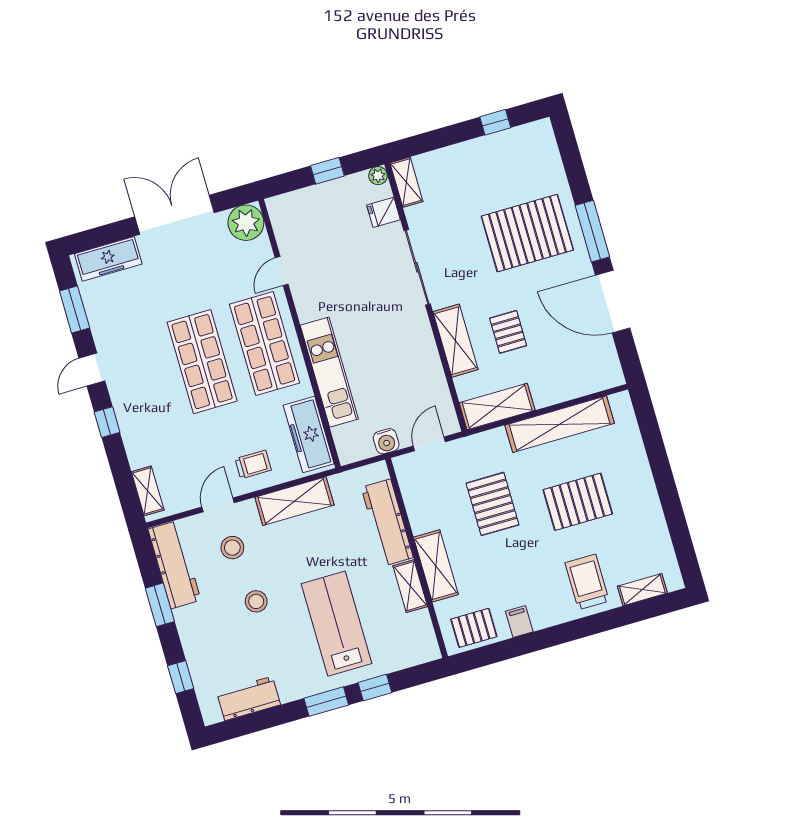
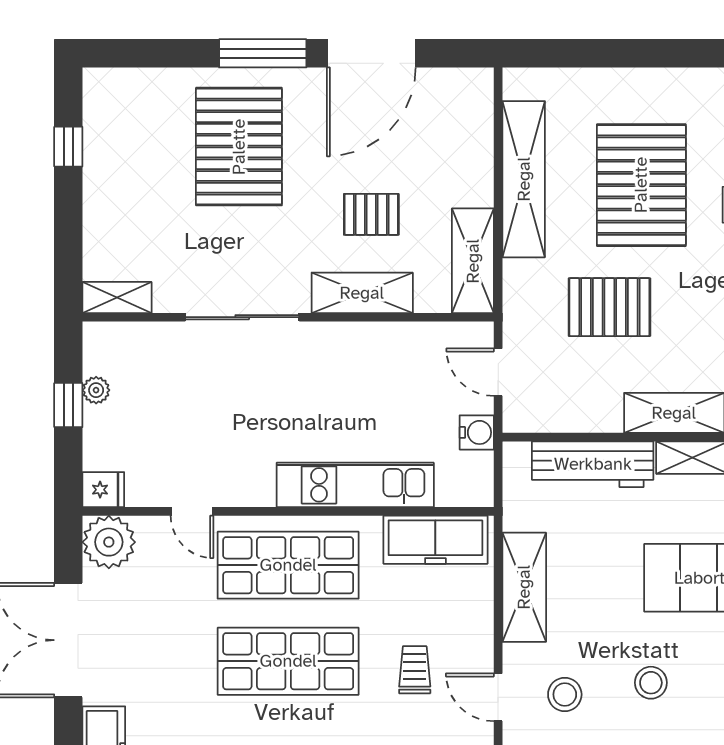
plant: (378, 176) -> (96, 390), moved
fridge: (384, 212) -> (103, 490), moved, turned -90
trolley: (253, 464) -> (415, 670), moved
pallet: (578, 502) -> (641, 185), width x1.37, depth x1.41

